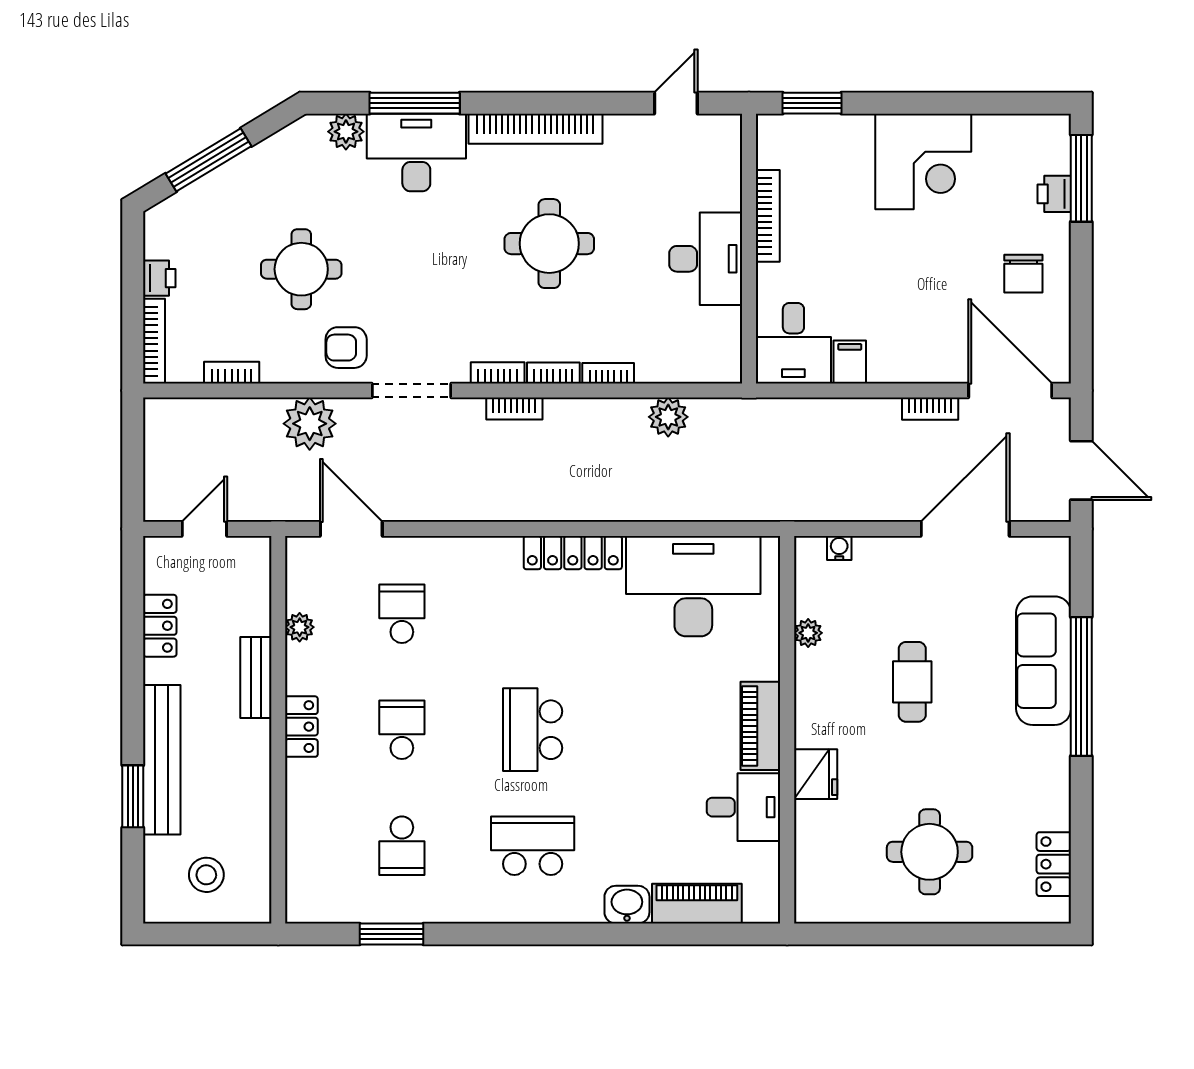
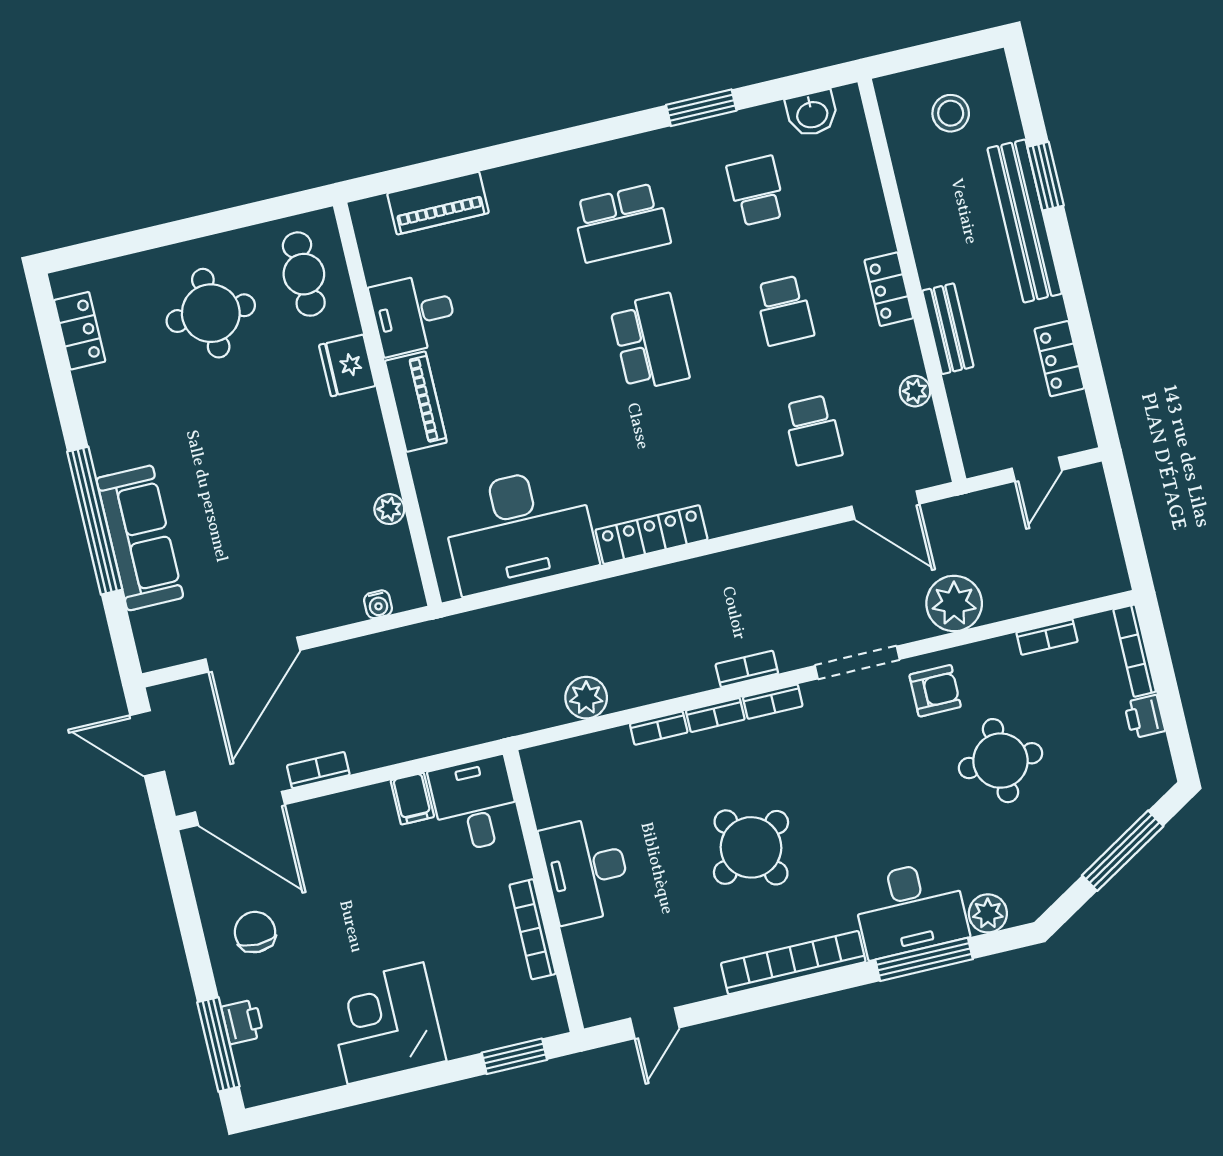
round table: (549, 244) -> (751, 847), turned -31
cafe table: (912, 682) -> (304, 274), moved
washbasin: (627, 905) -> (812, 114), moved
window: (391, 934) -> (701, 108), moved

